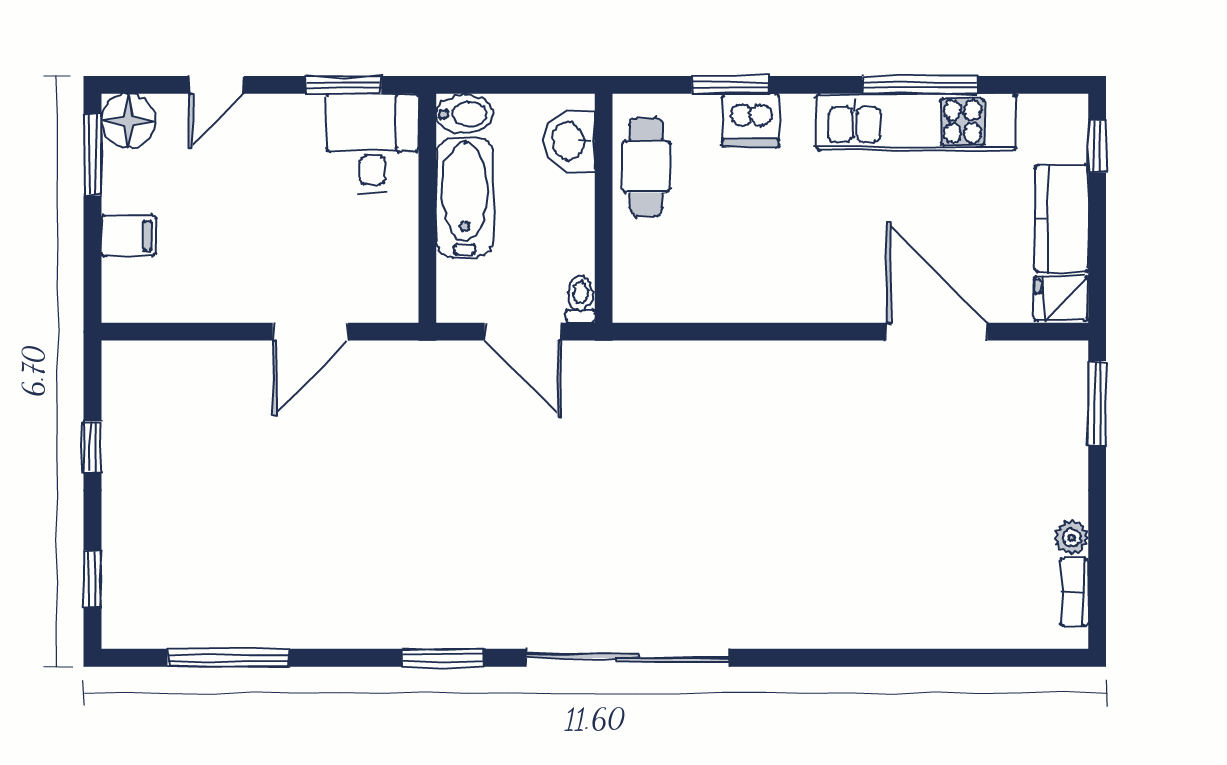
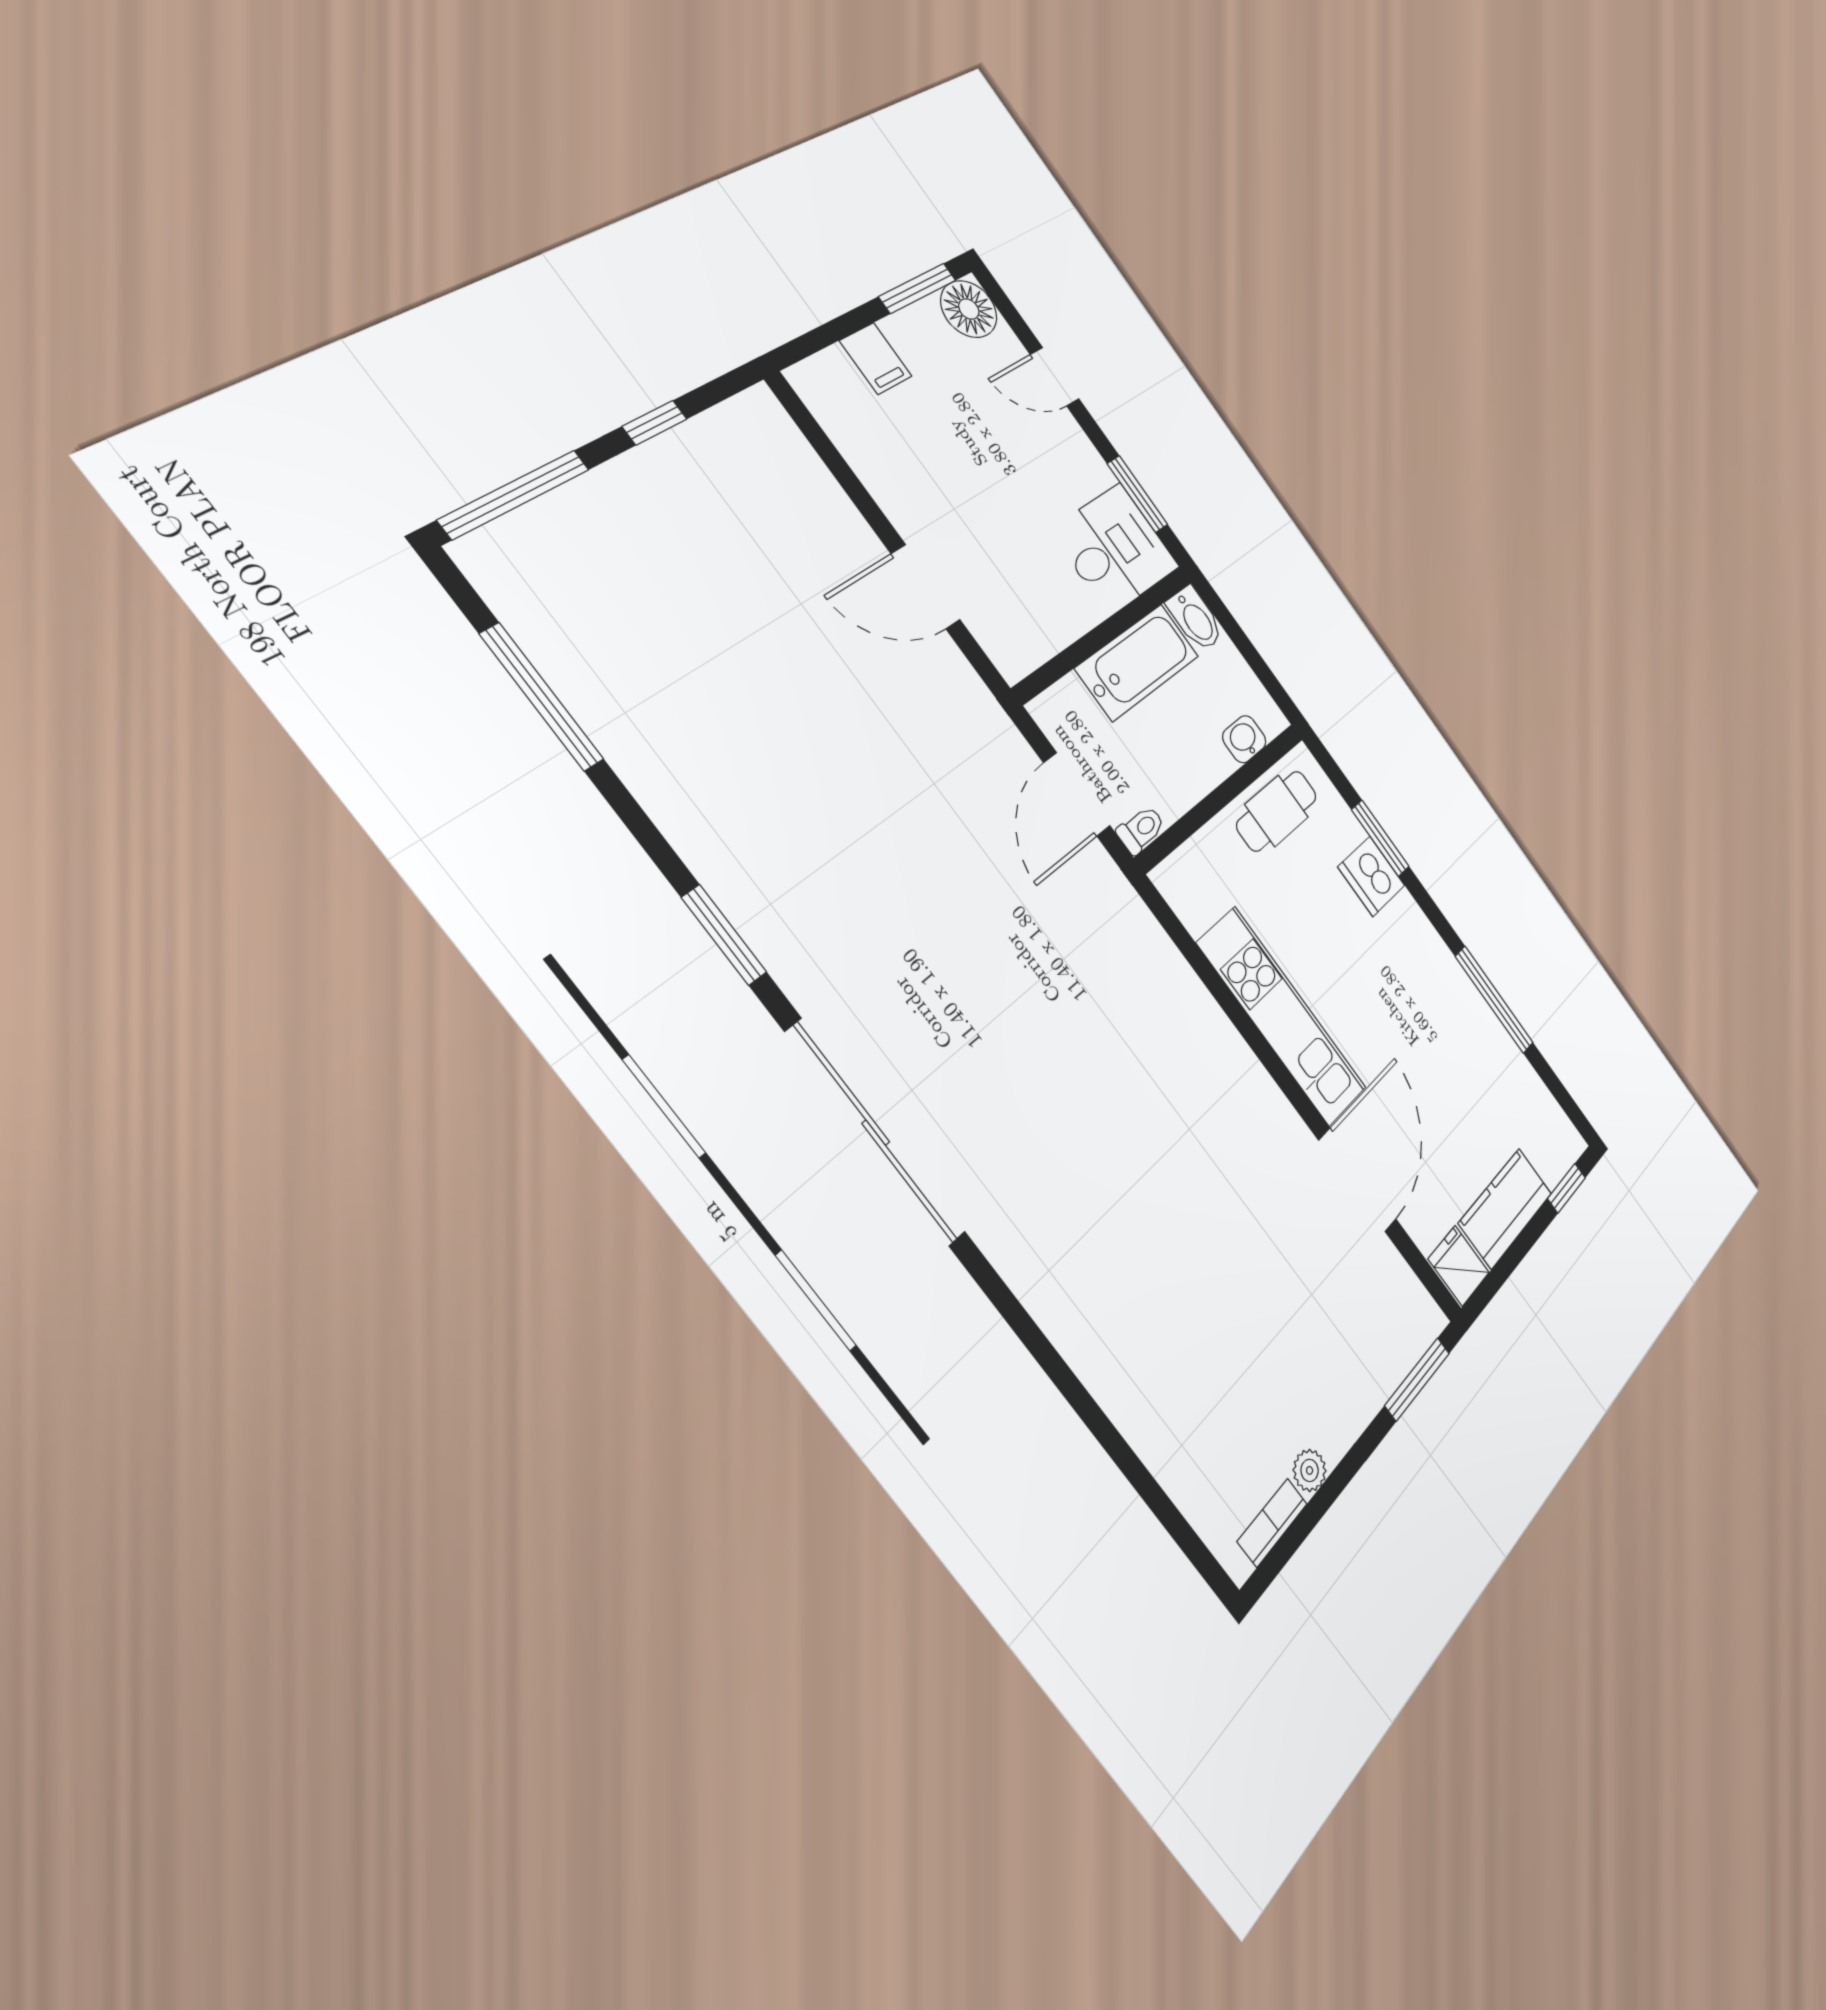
kitchen unit: (917, 122) -> (1282, 1016), moved, turned 180
washbasin: (570, 141) -> (1244, 739), width x0.72, depth x0.69
window: (92, 579) -> (514, 494), width x2.17

